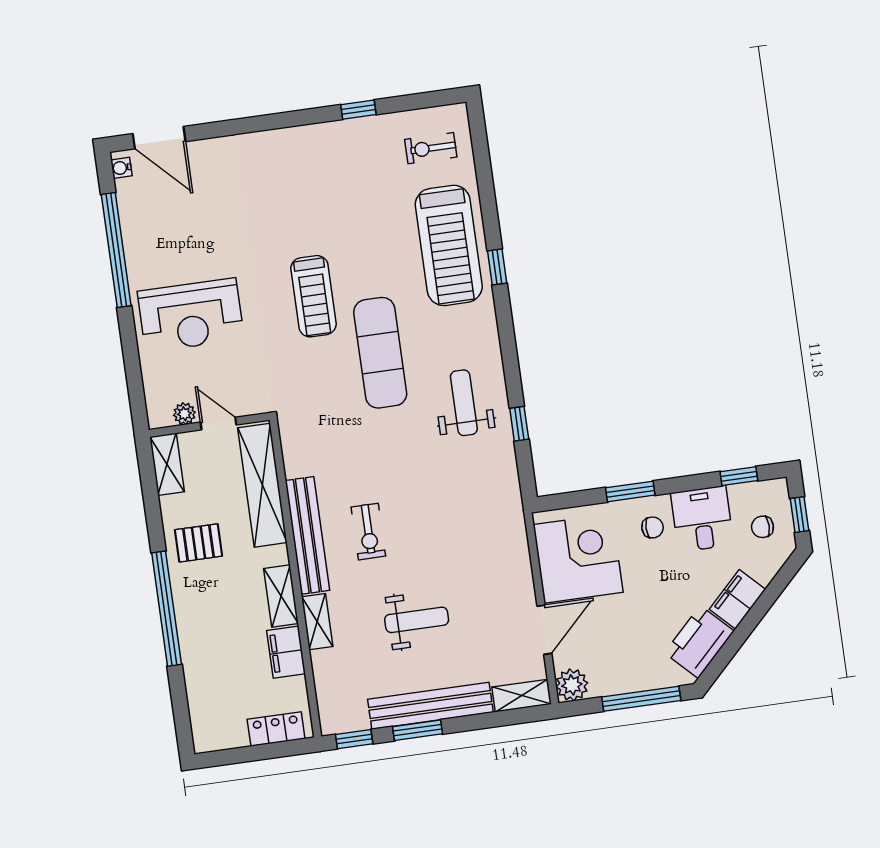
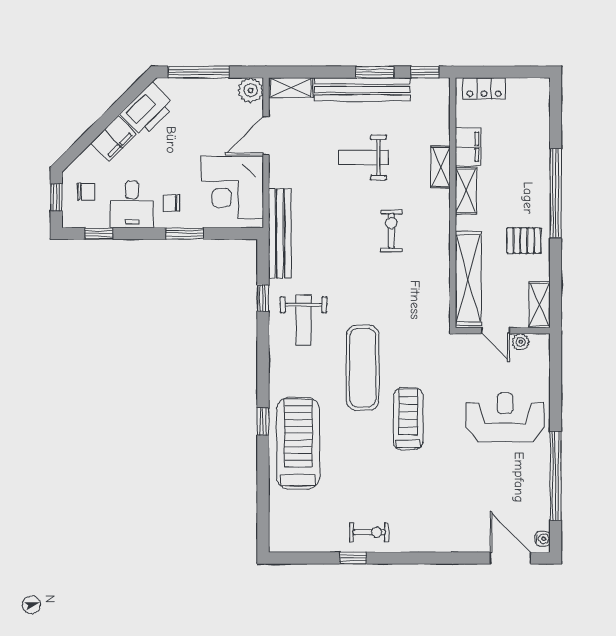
exercise bike: (431, 148) -> (369, 532), moved
bench: (307, 535) -> (280, 233), moved

